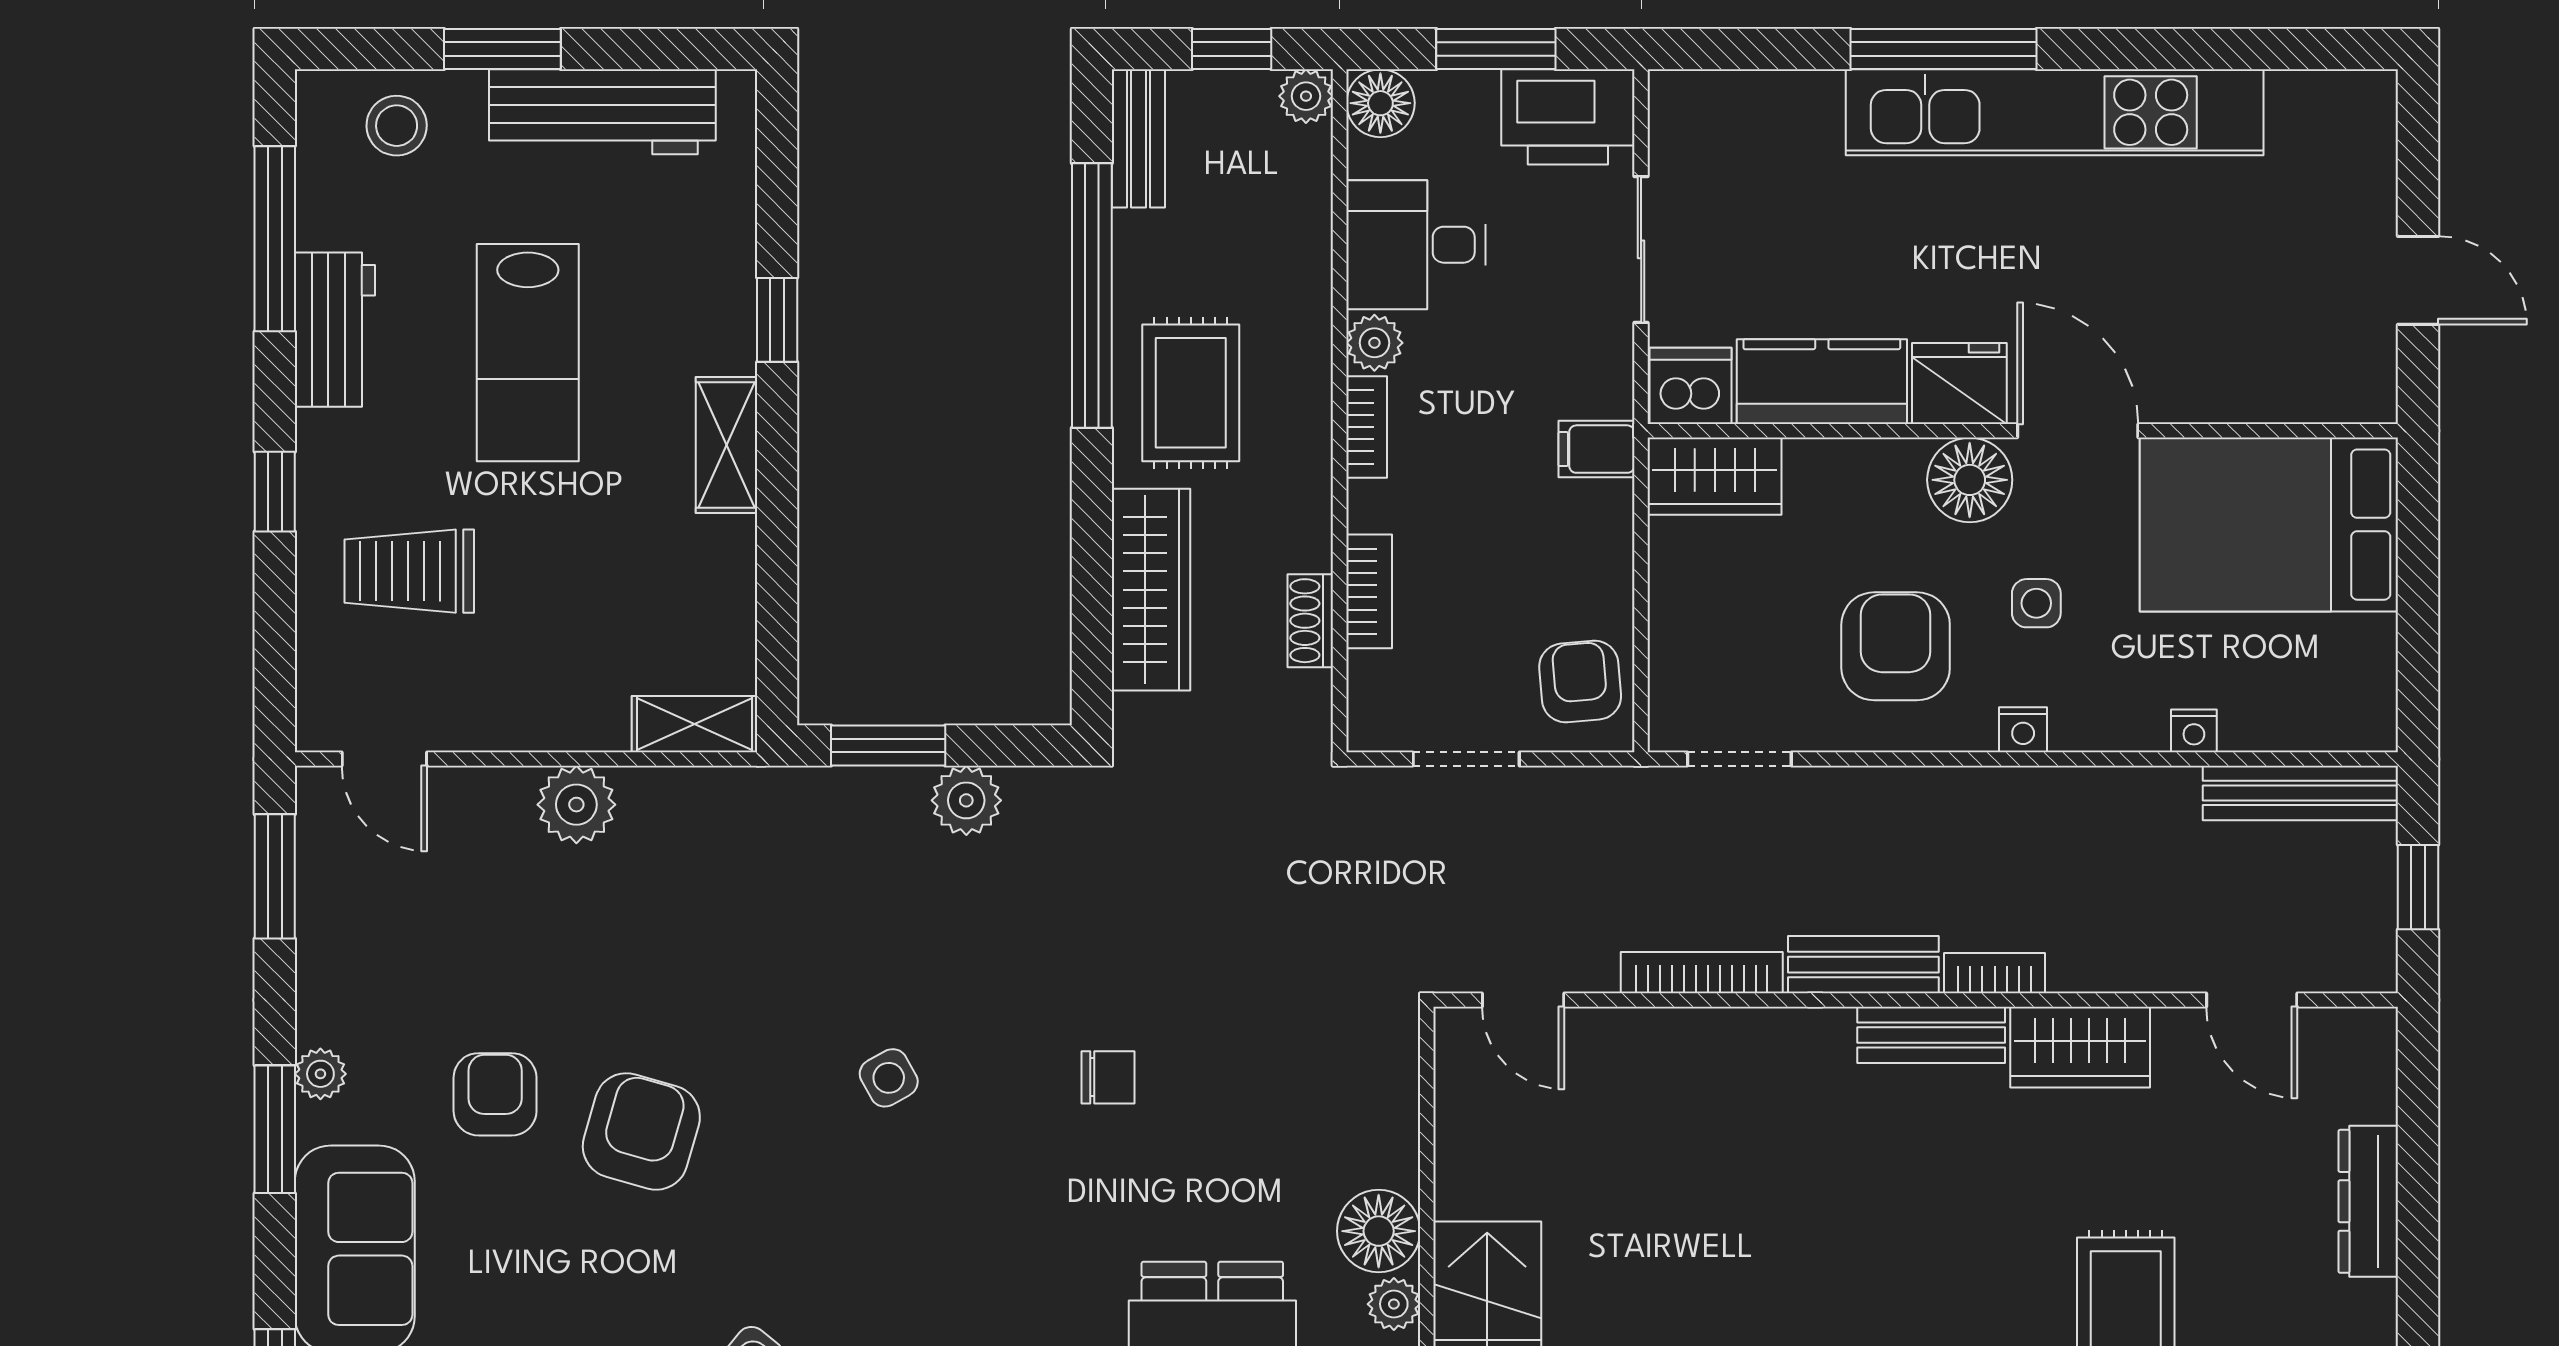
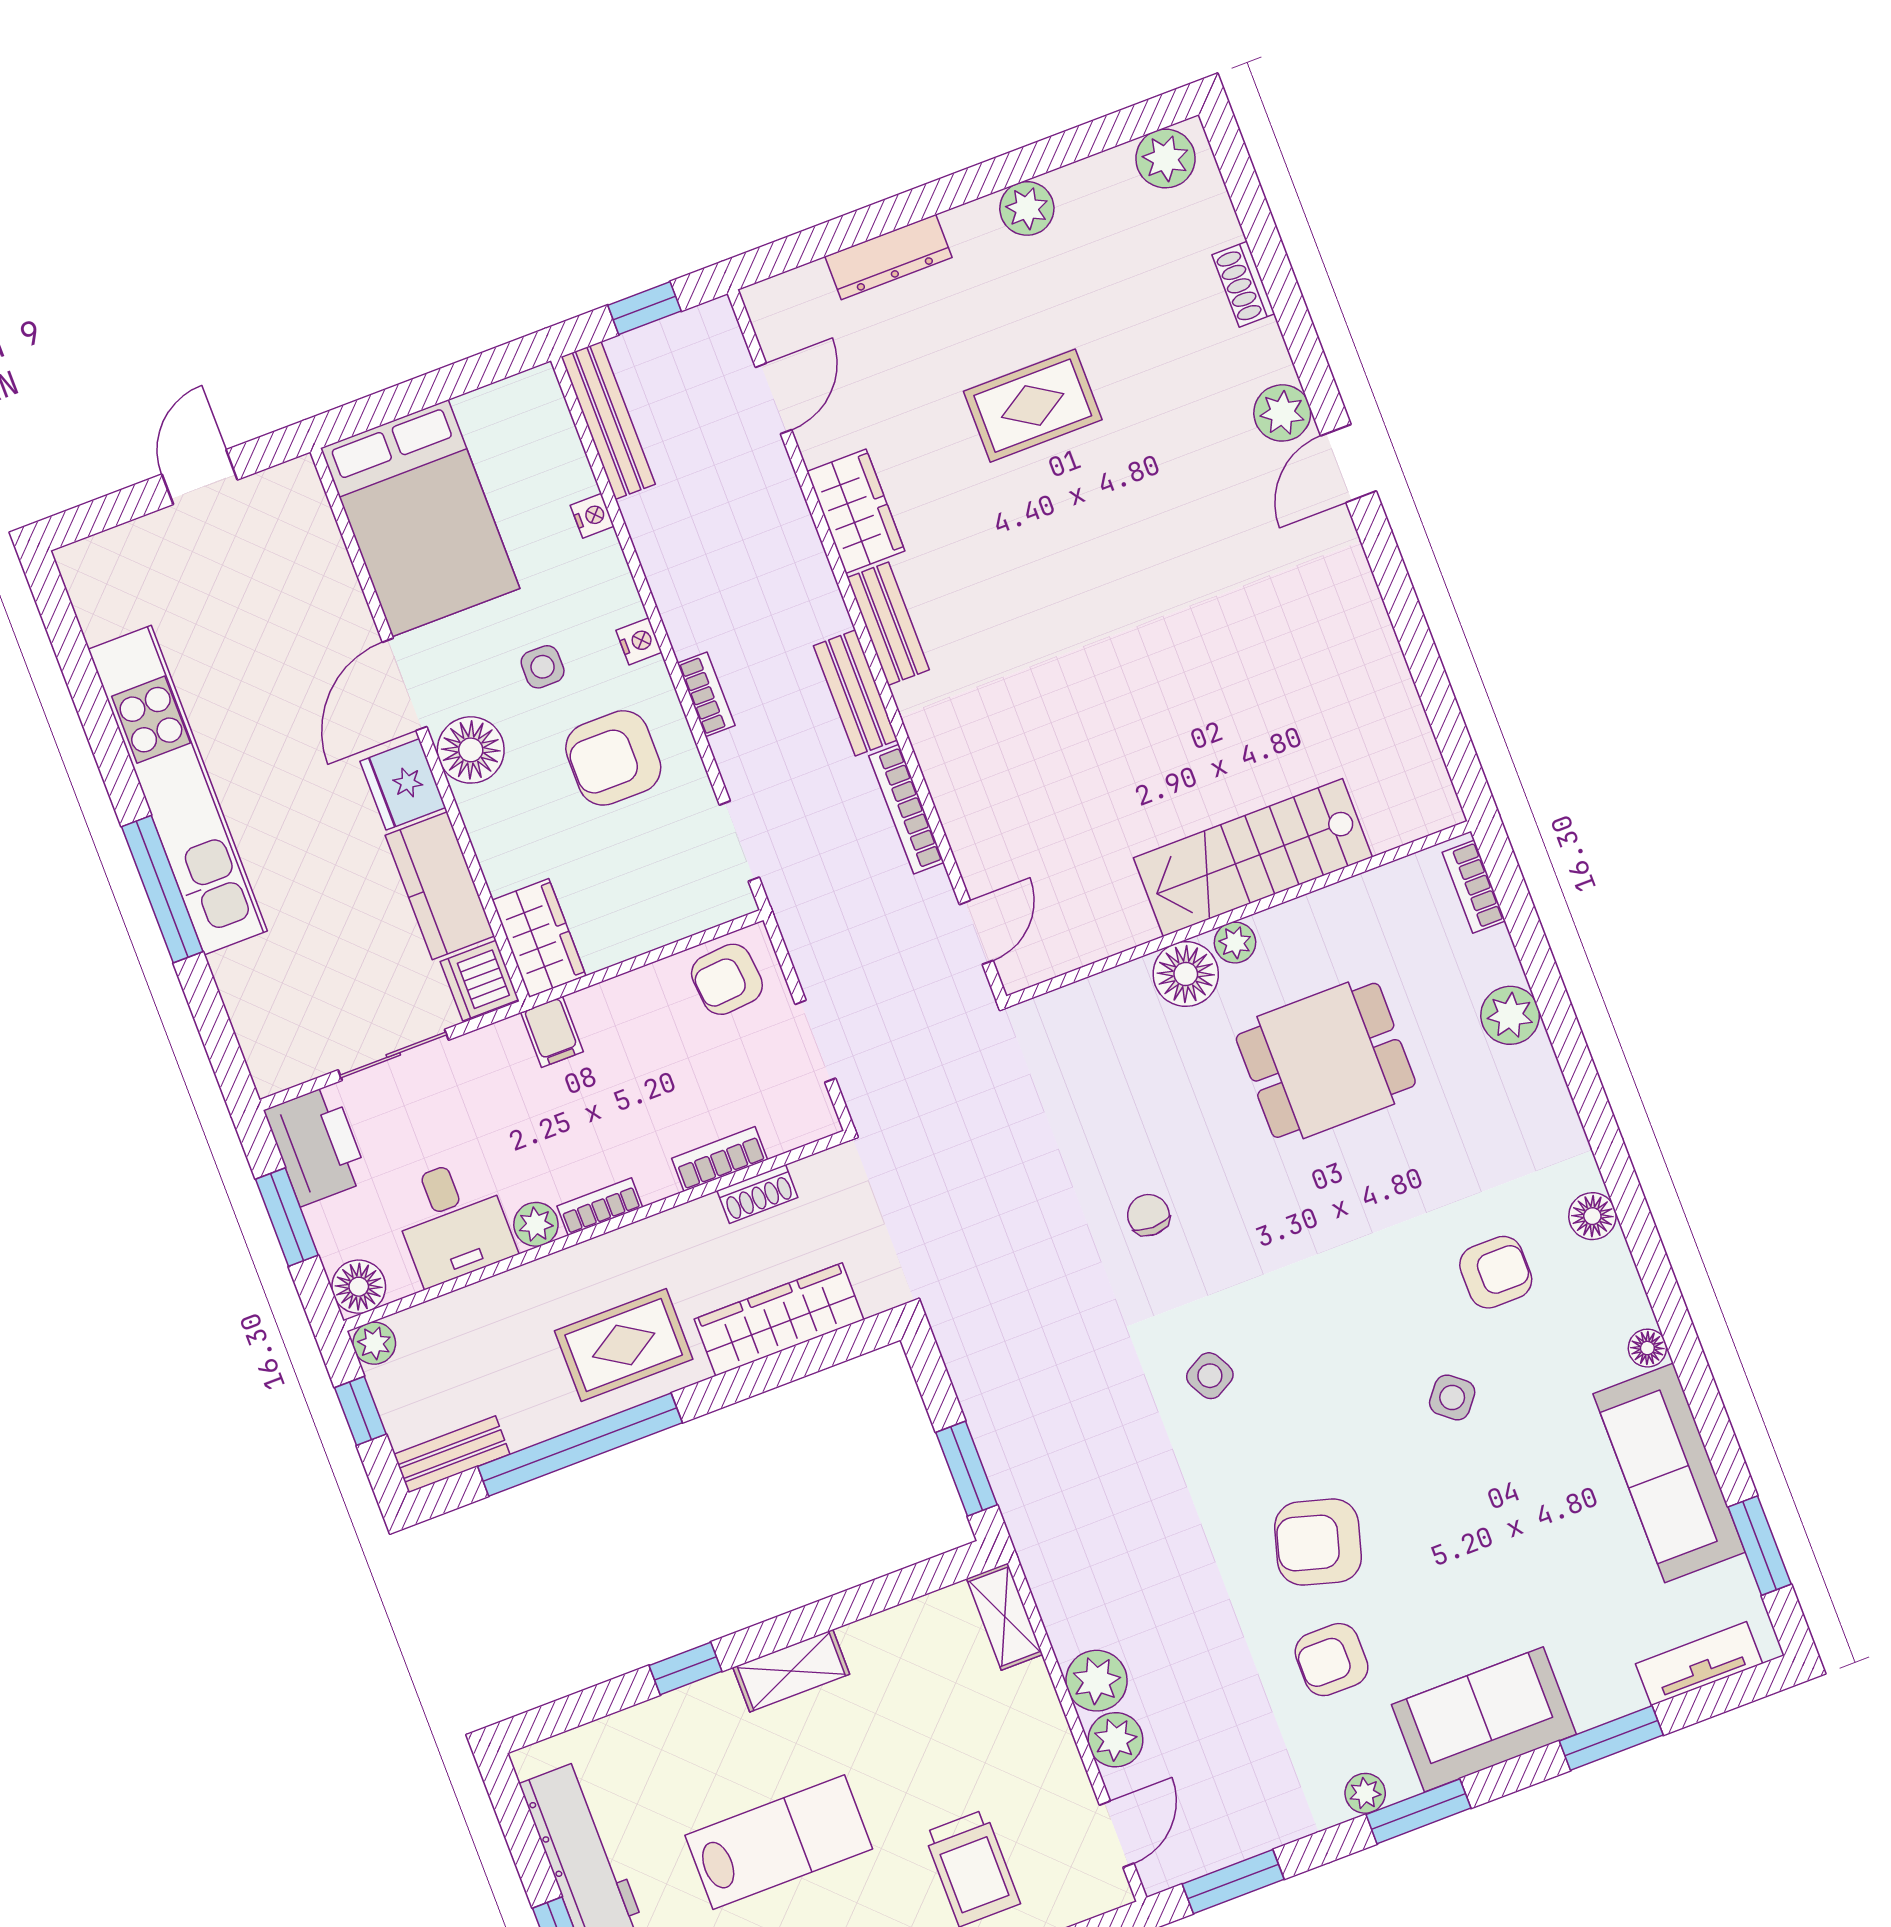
plant: (966, 800) -> (1115, 1740), moved
bookcase: (1995, 973) -> (706, 694), moved, turned 180

